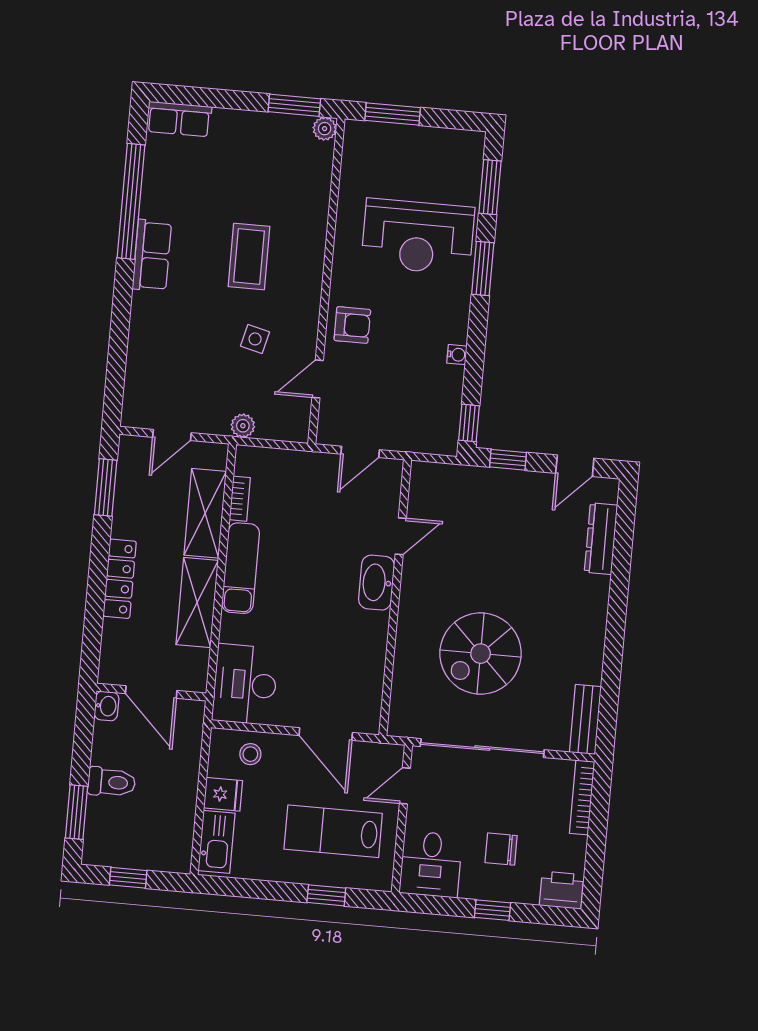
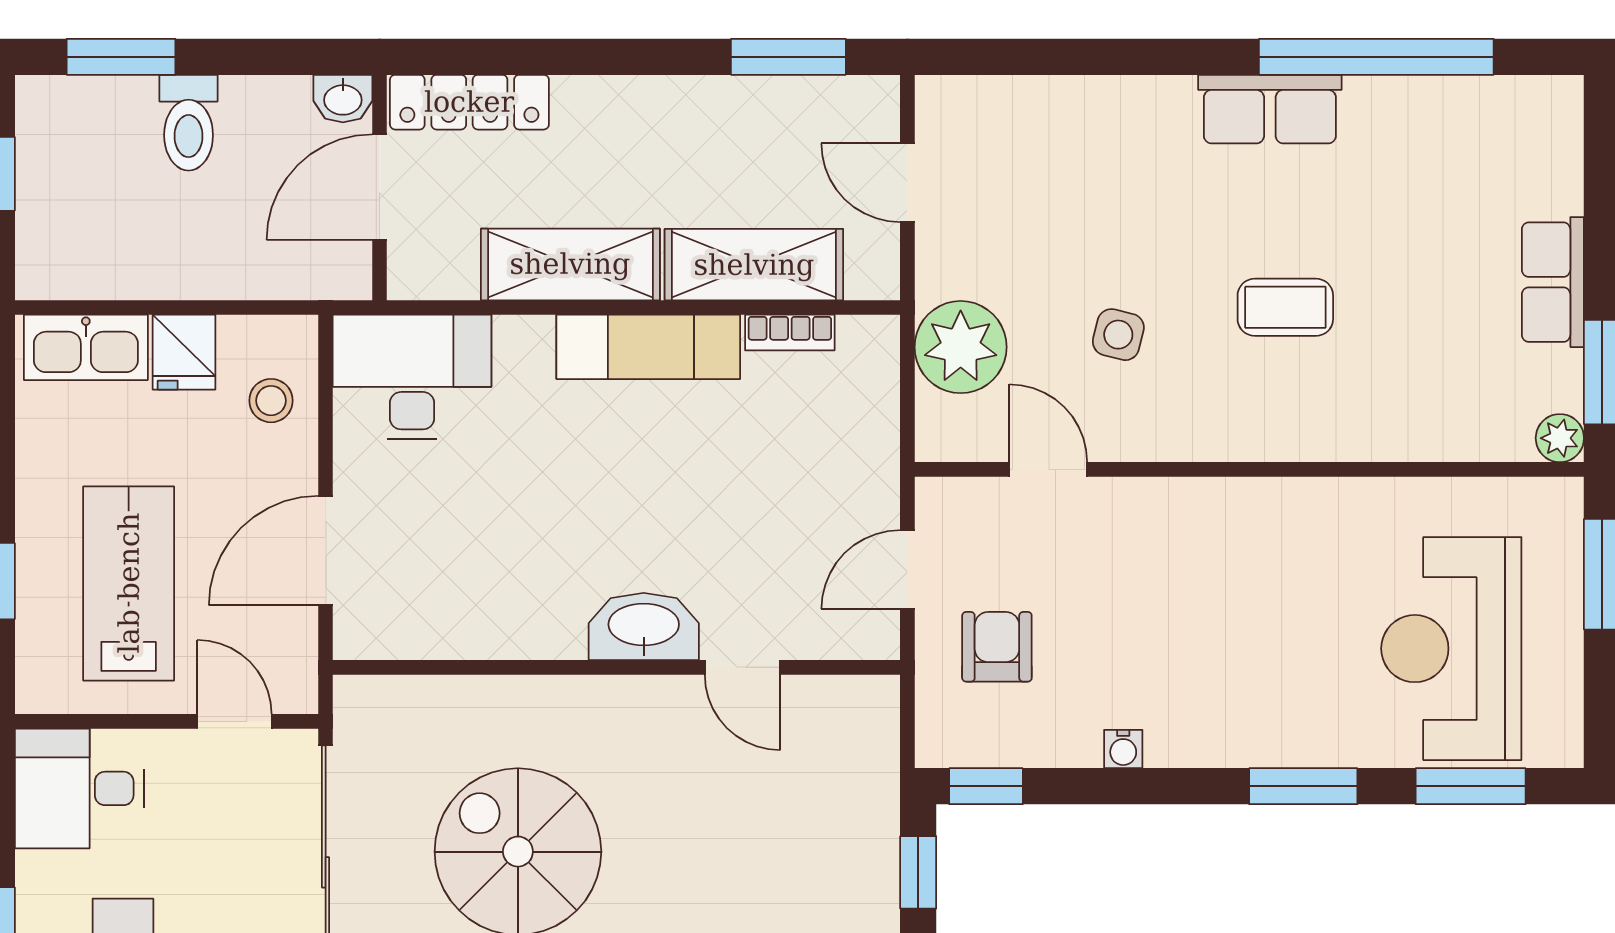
row of seats: (179, 119) -> (1553, 282), moved
reception desk: (418, 237) -> (1451, 649), moved
coffee table: (249, 256) -> (1285, 307), width x0.73, depth x0.77
armchair: (352, 325) -> (997, 647), moved, turned 180
plant: (243, 426) -> (961, 347), width x1.88, depth x1.88
door: (360, 452) -> (907, 570), hinge flipped
locker: (120, 579) -> (469, 102), moved

